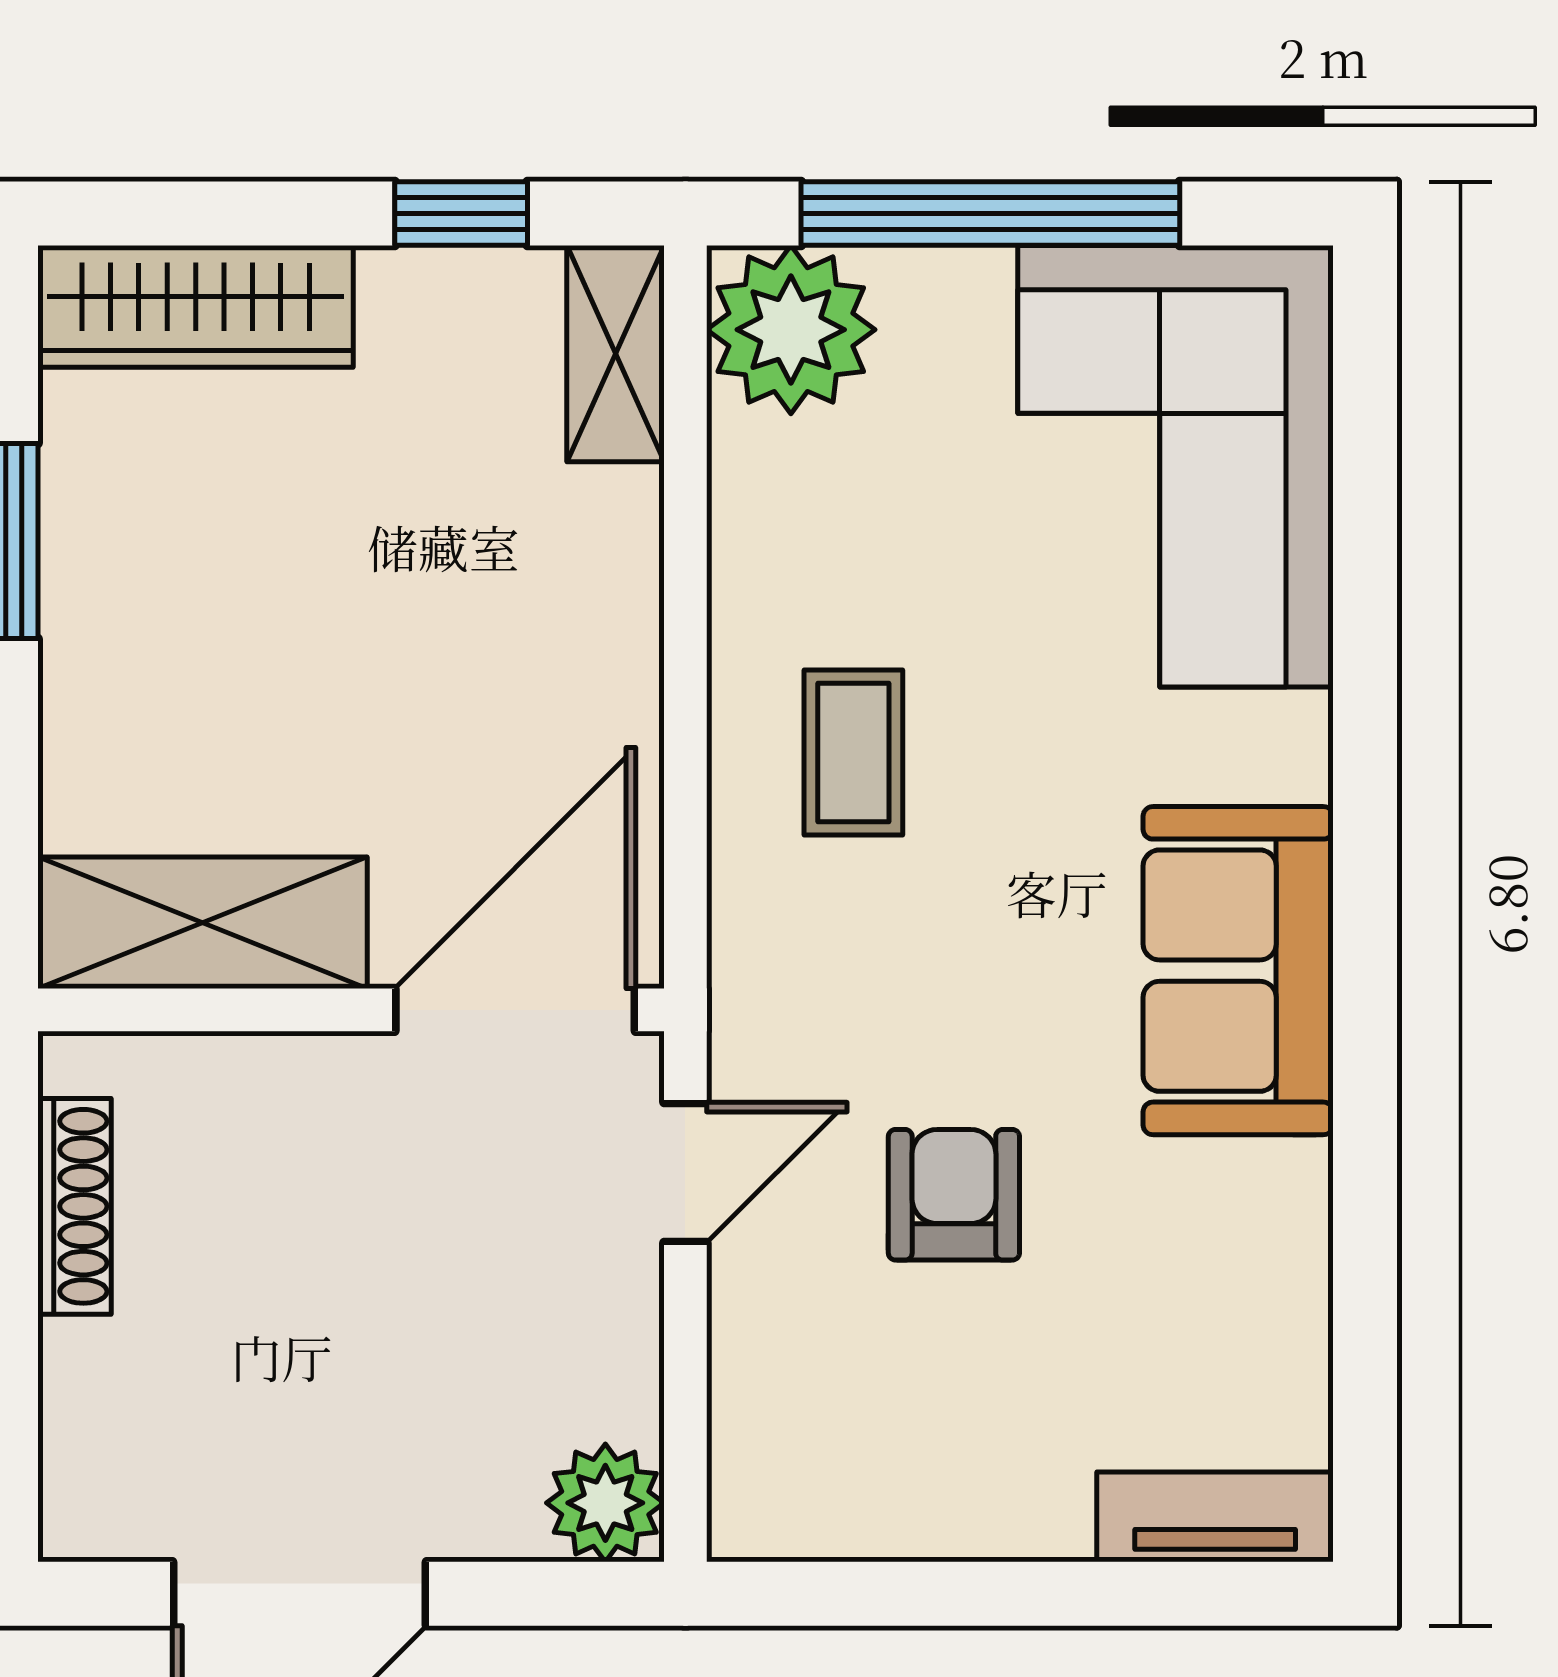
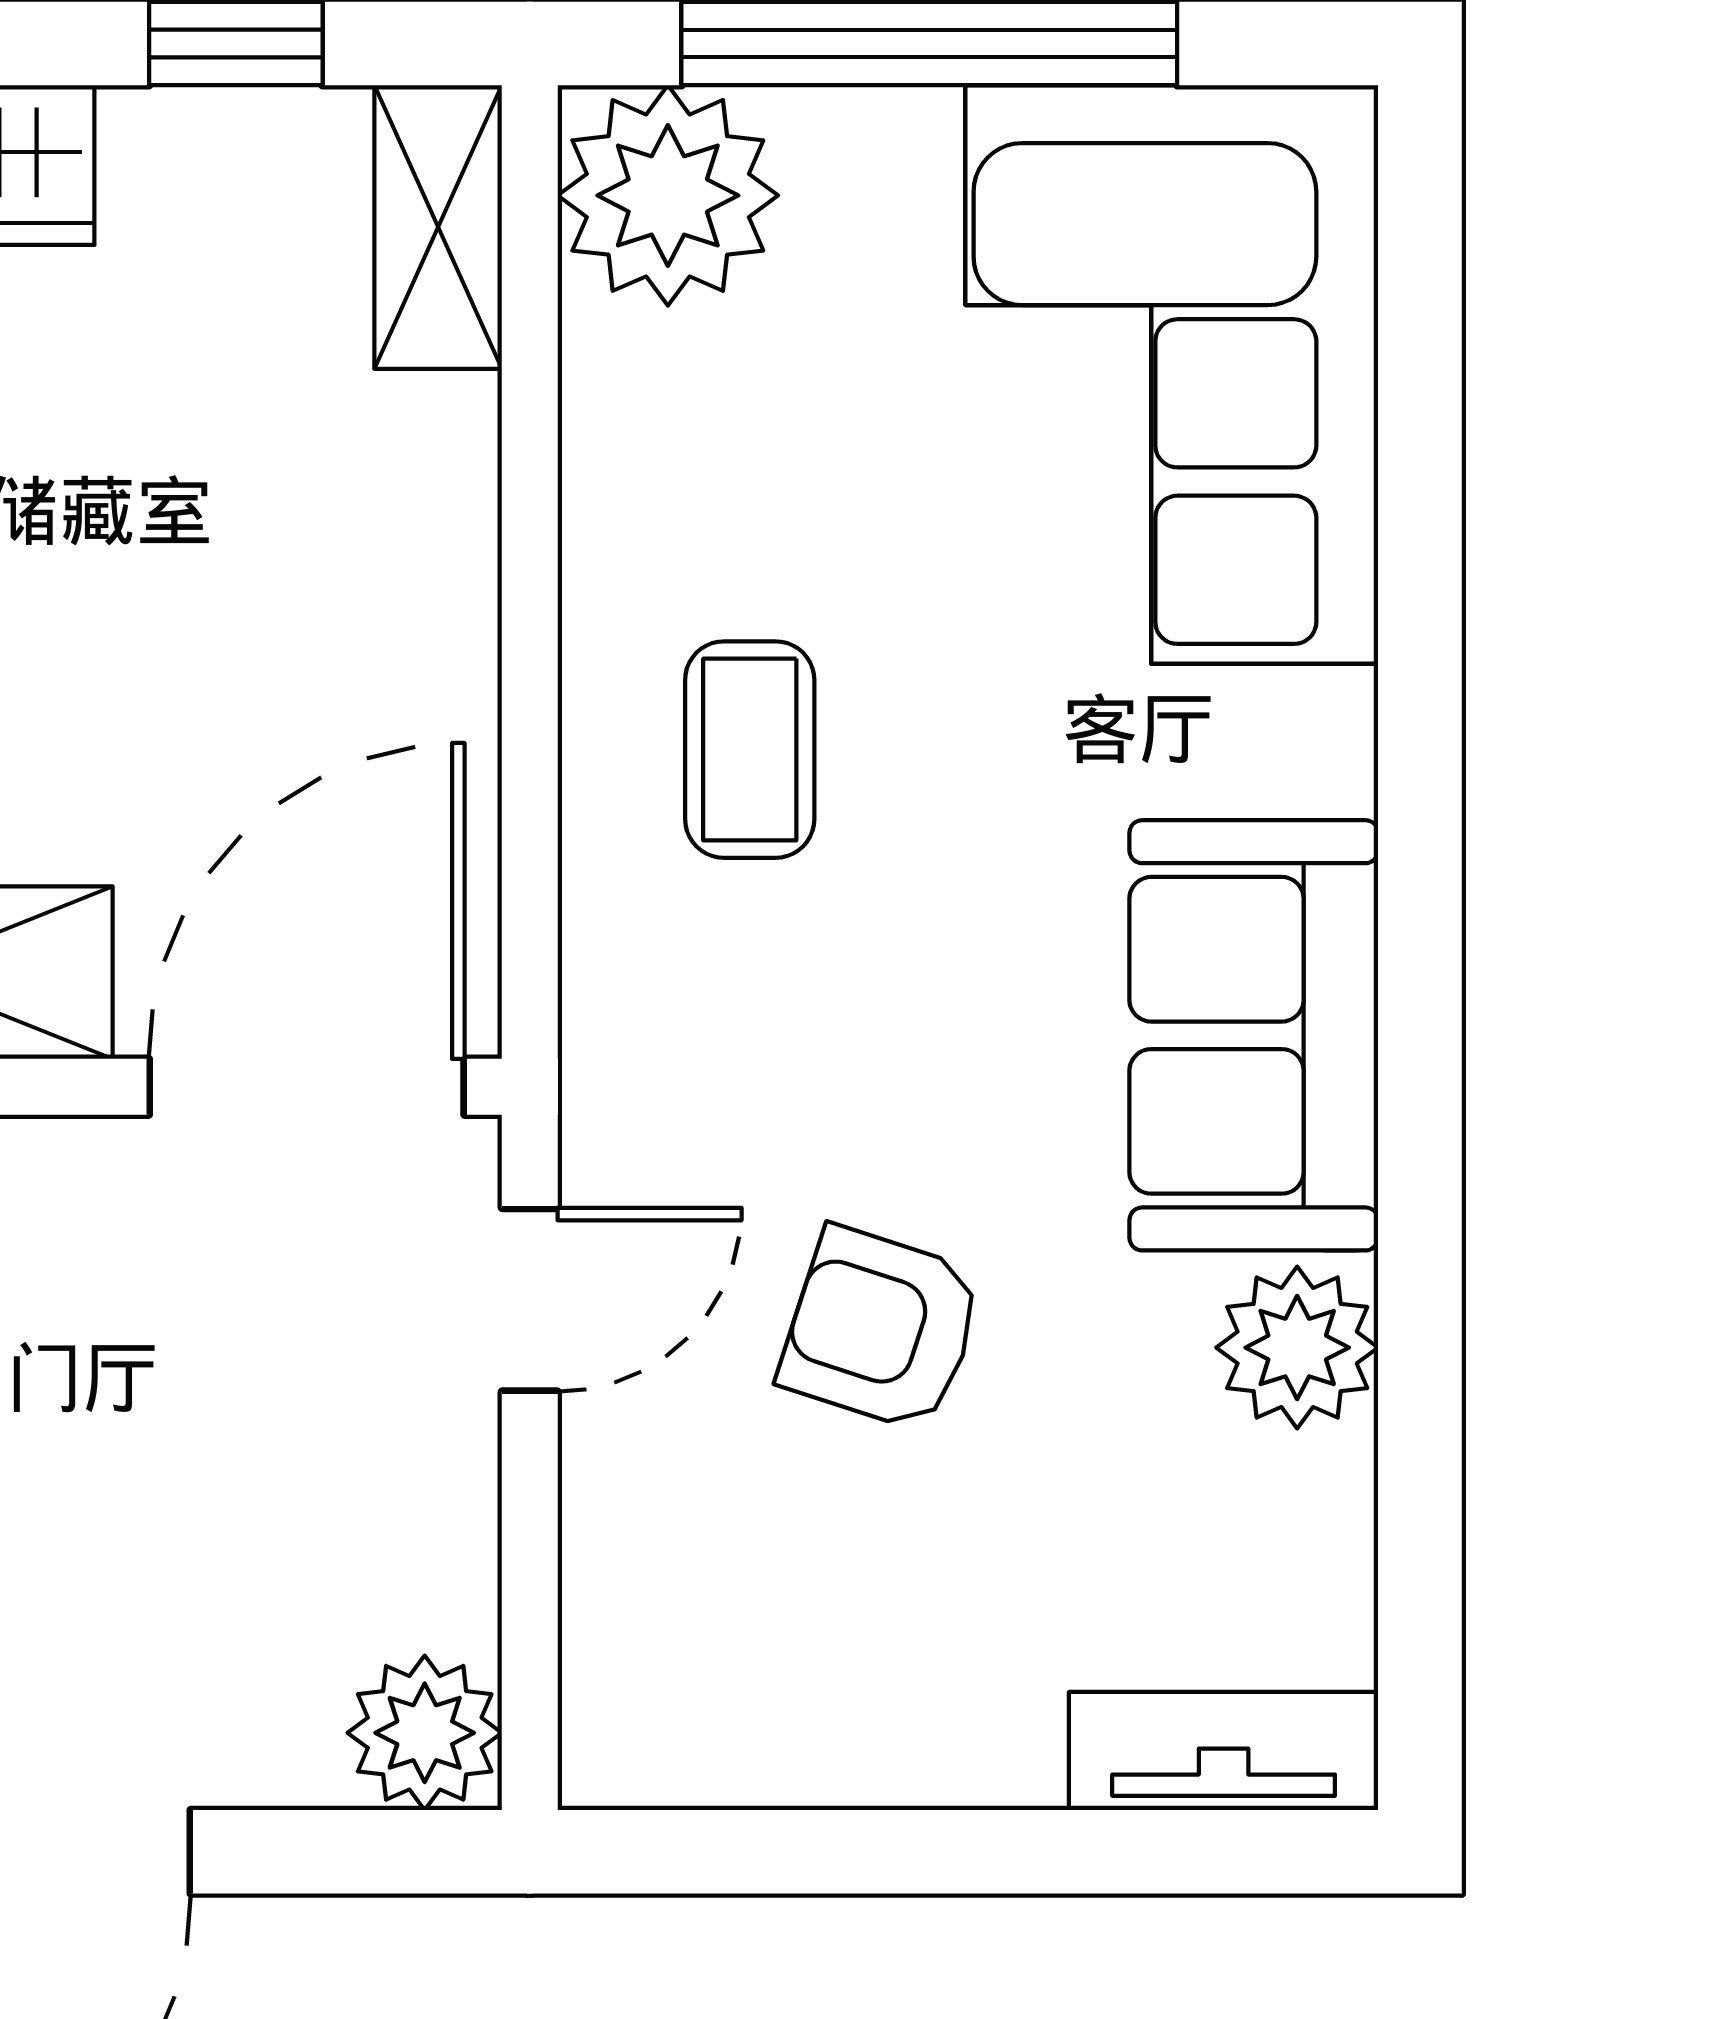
armchair: (954, 1195) -> (881, 1329), turned -72
plant: (1271, 1209) -> (1297, 1348), added

